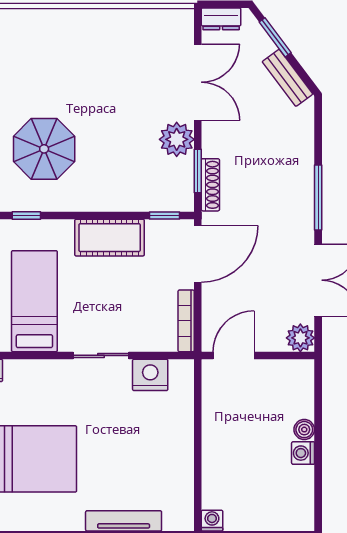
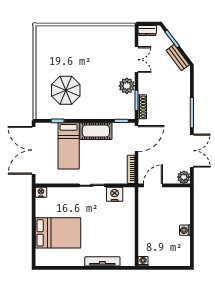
double door: (198, 82) -> (136, 60), width x0.73
bed: (34, 301) -> (69, 146), moved, turned 180
boiler: (304, 430) -> (186, 219), removed

